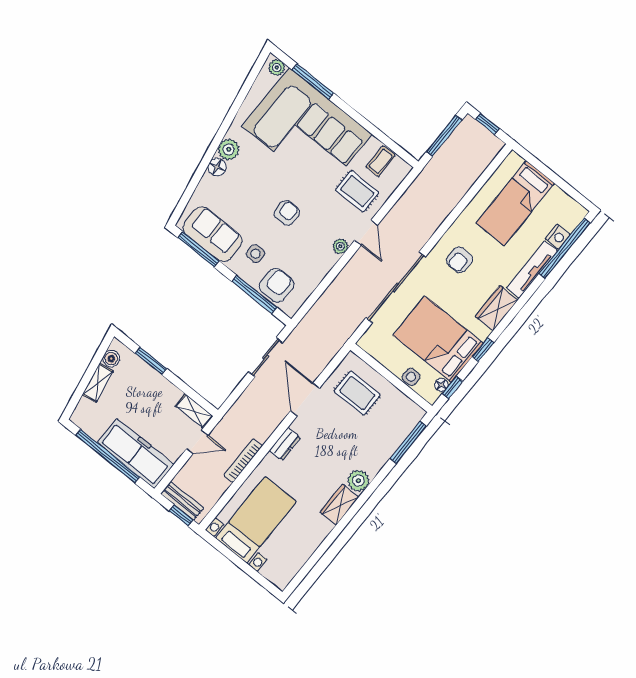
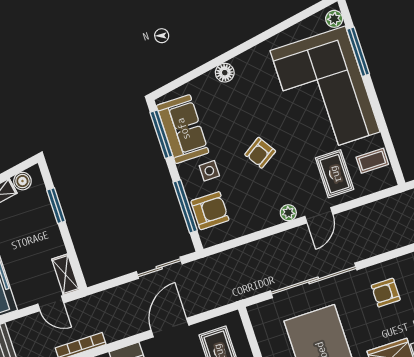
plant: (229, 149) -> (245, 64), removed
armchair: (287, 213) -> (260, 153), turned 147

